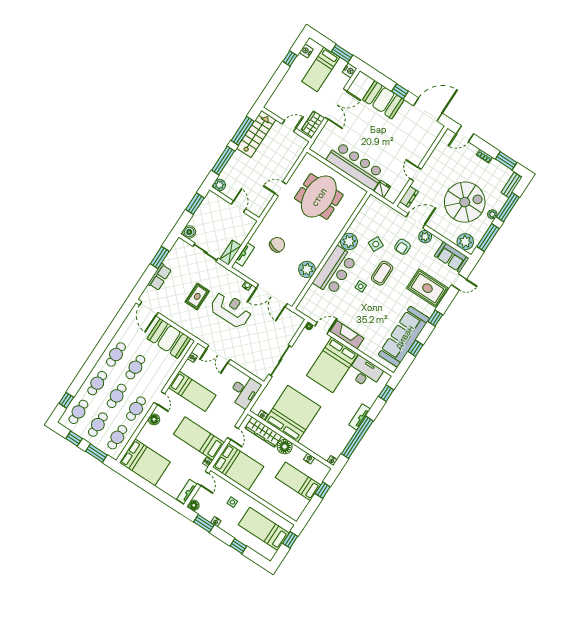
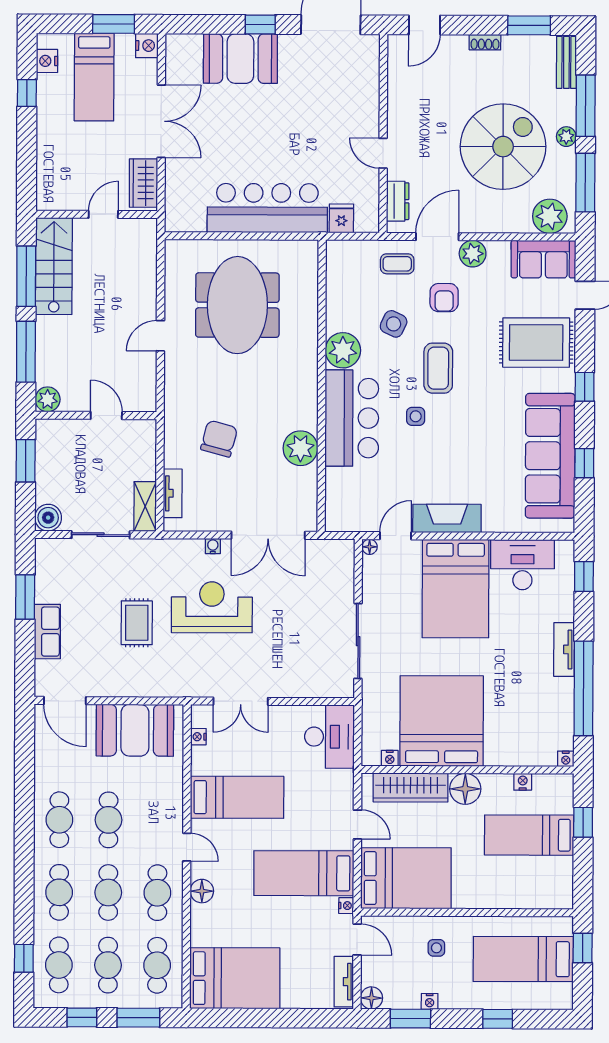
coffee table: (393, 221) -> (397, 264), added

